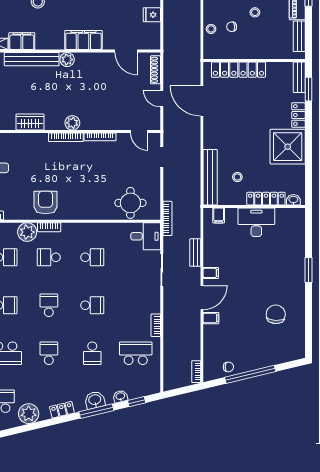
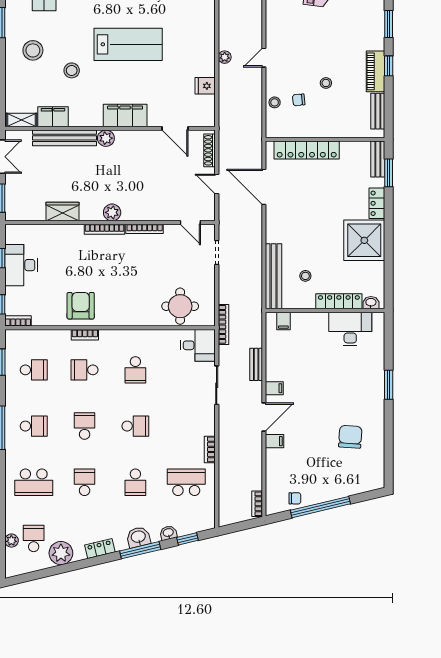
desk: (256, 222) -> (350, 329), moved
plant: (27, 232) -> (59, 340), removed
school desk: (92, 257) -> (135, 370), turned 90

